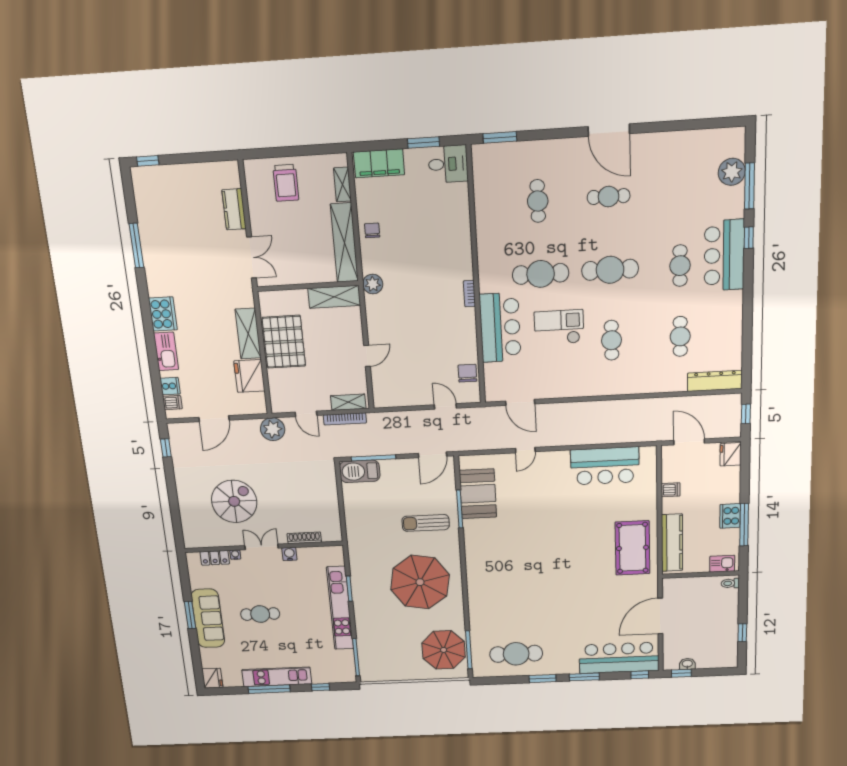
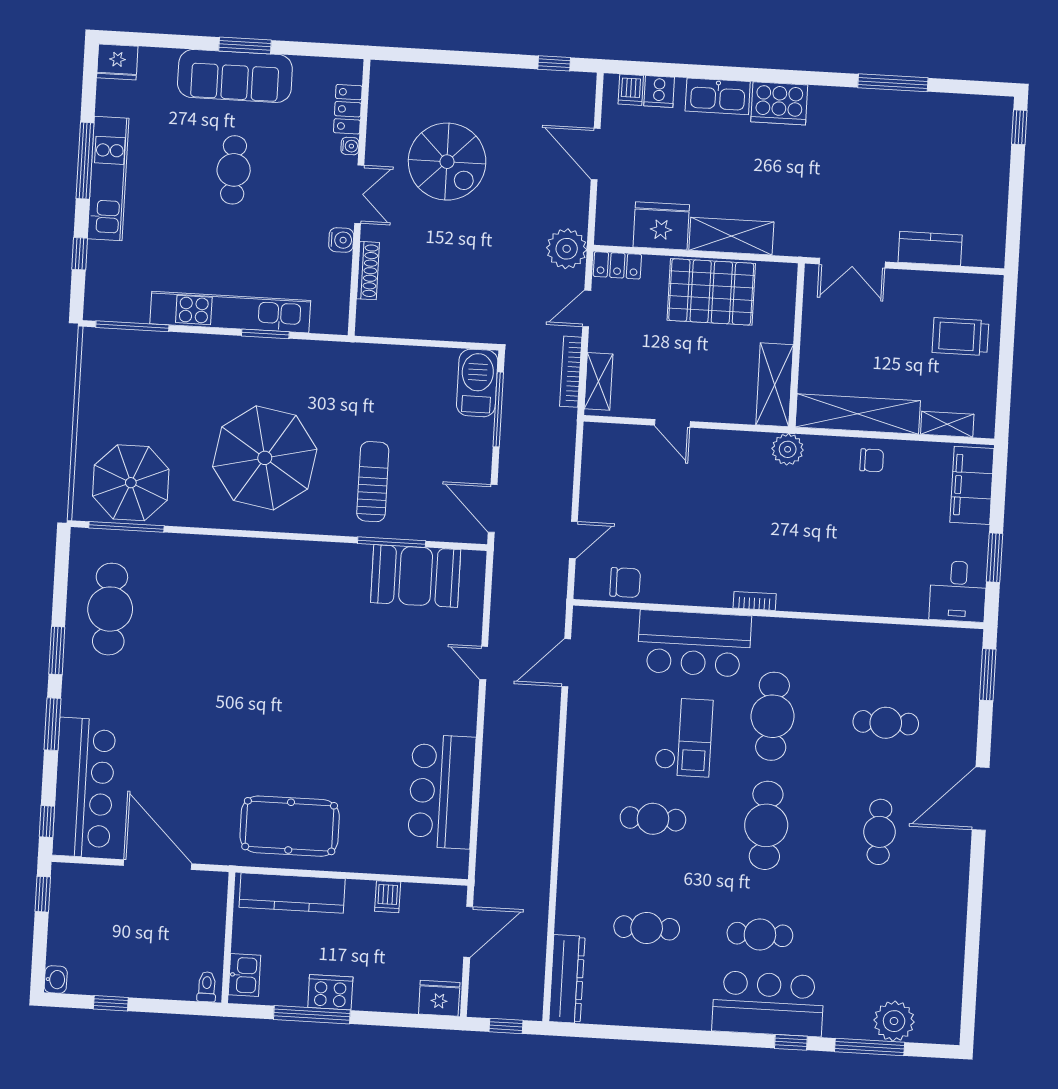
door: (609, 130) -> (981, 799), moved
locker: (277, 399) -> (617, 265), added
washbasin: (687, 664) -> (56, 980), moved

